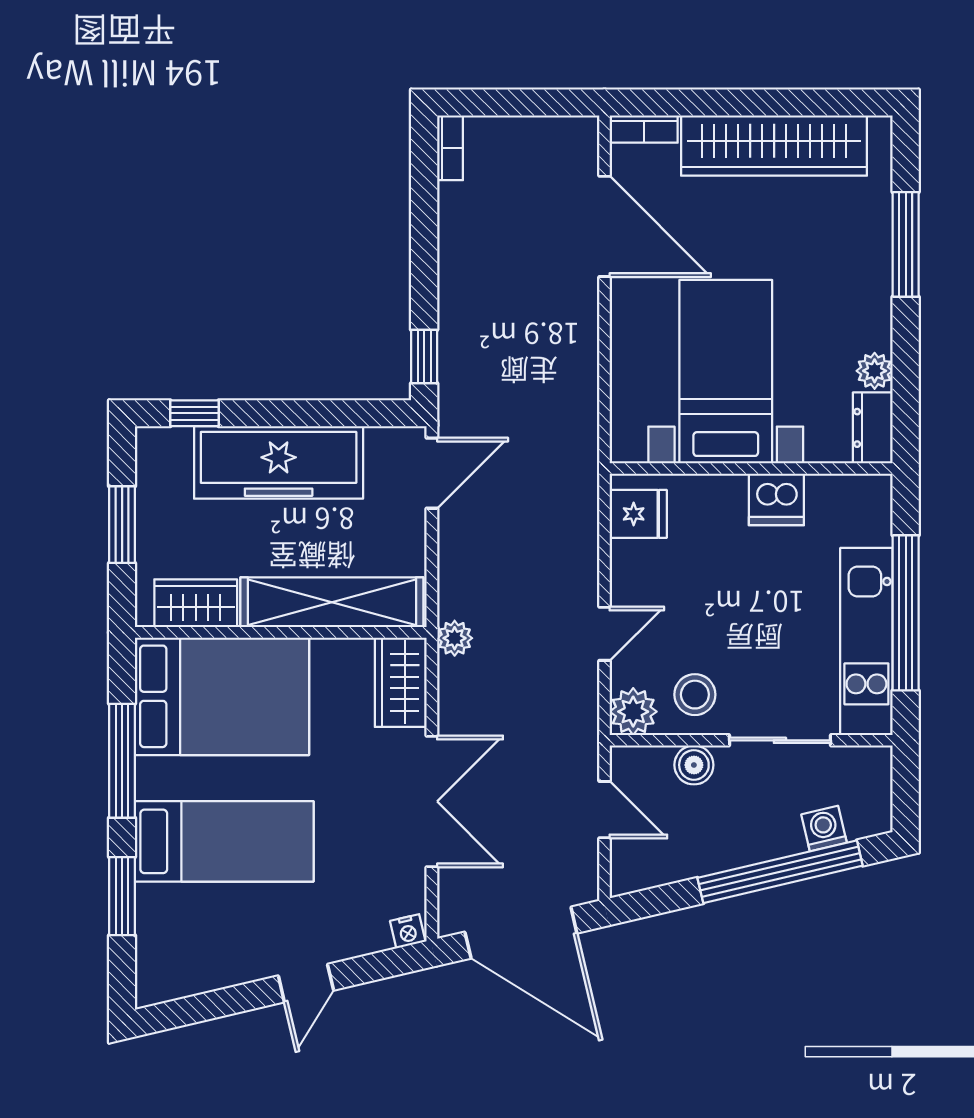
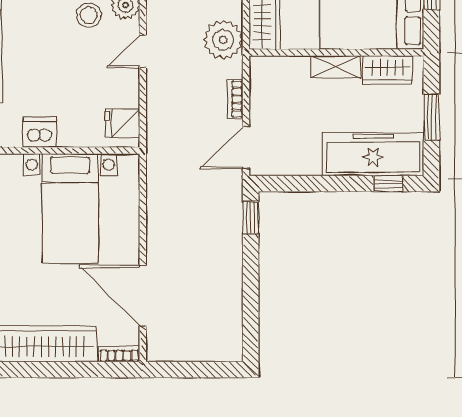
bookcase: (450, 148) -> (235, 99), moved
freezer: (279, 462) -> (373, 154), moved
shelving: (332, 602) -> (336, 67), width x0.45, depth x0.75
plant: (455, 638) -> (223, 40), width x1.88, depth x1.88

